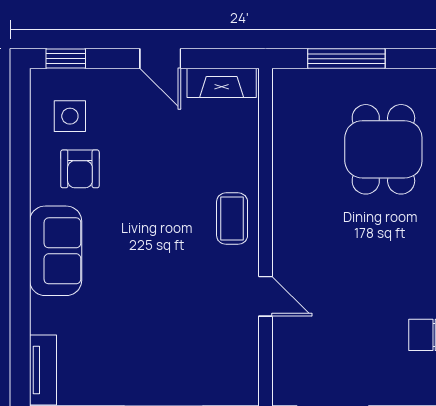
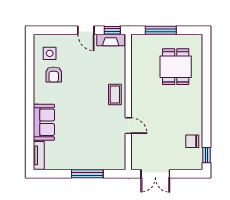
window: (66, 59) -> (112, 30), moved
sofa: (56, 251) -> (44, 122), moved

